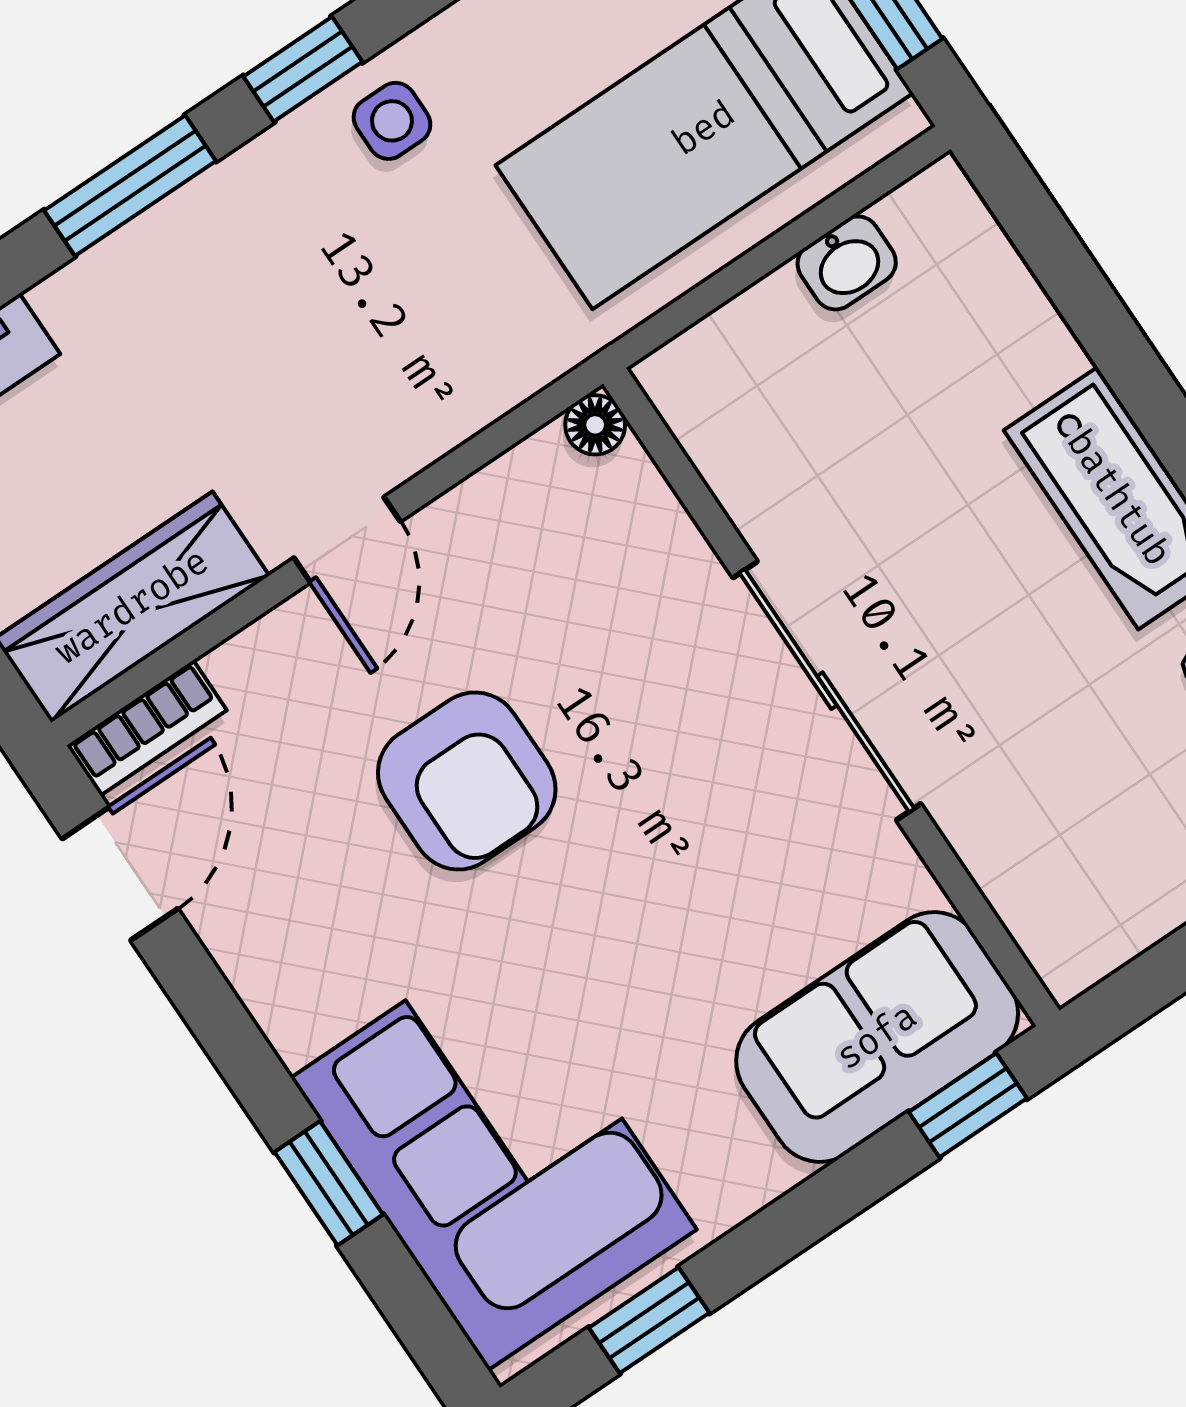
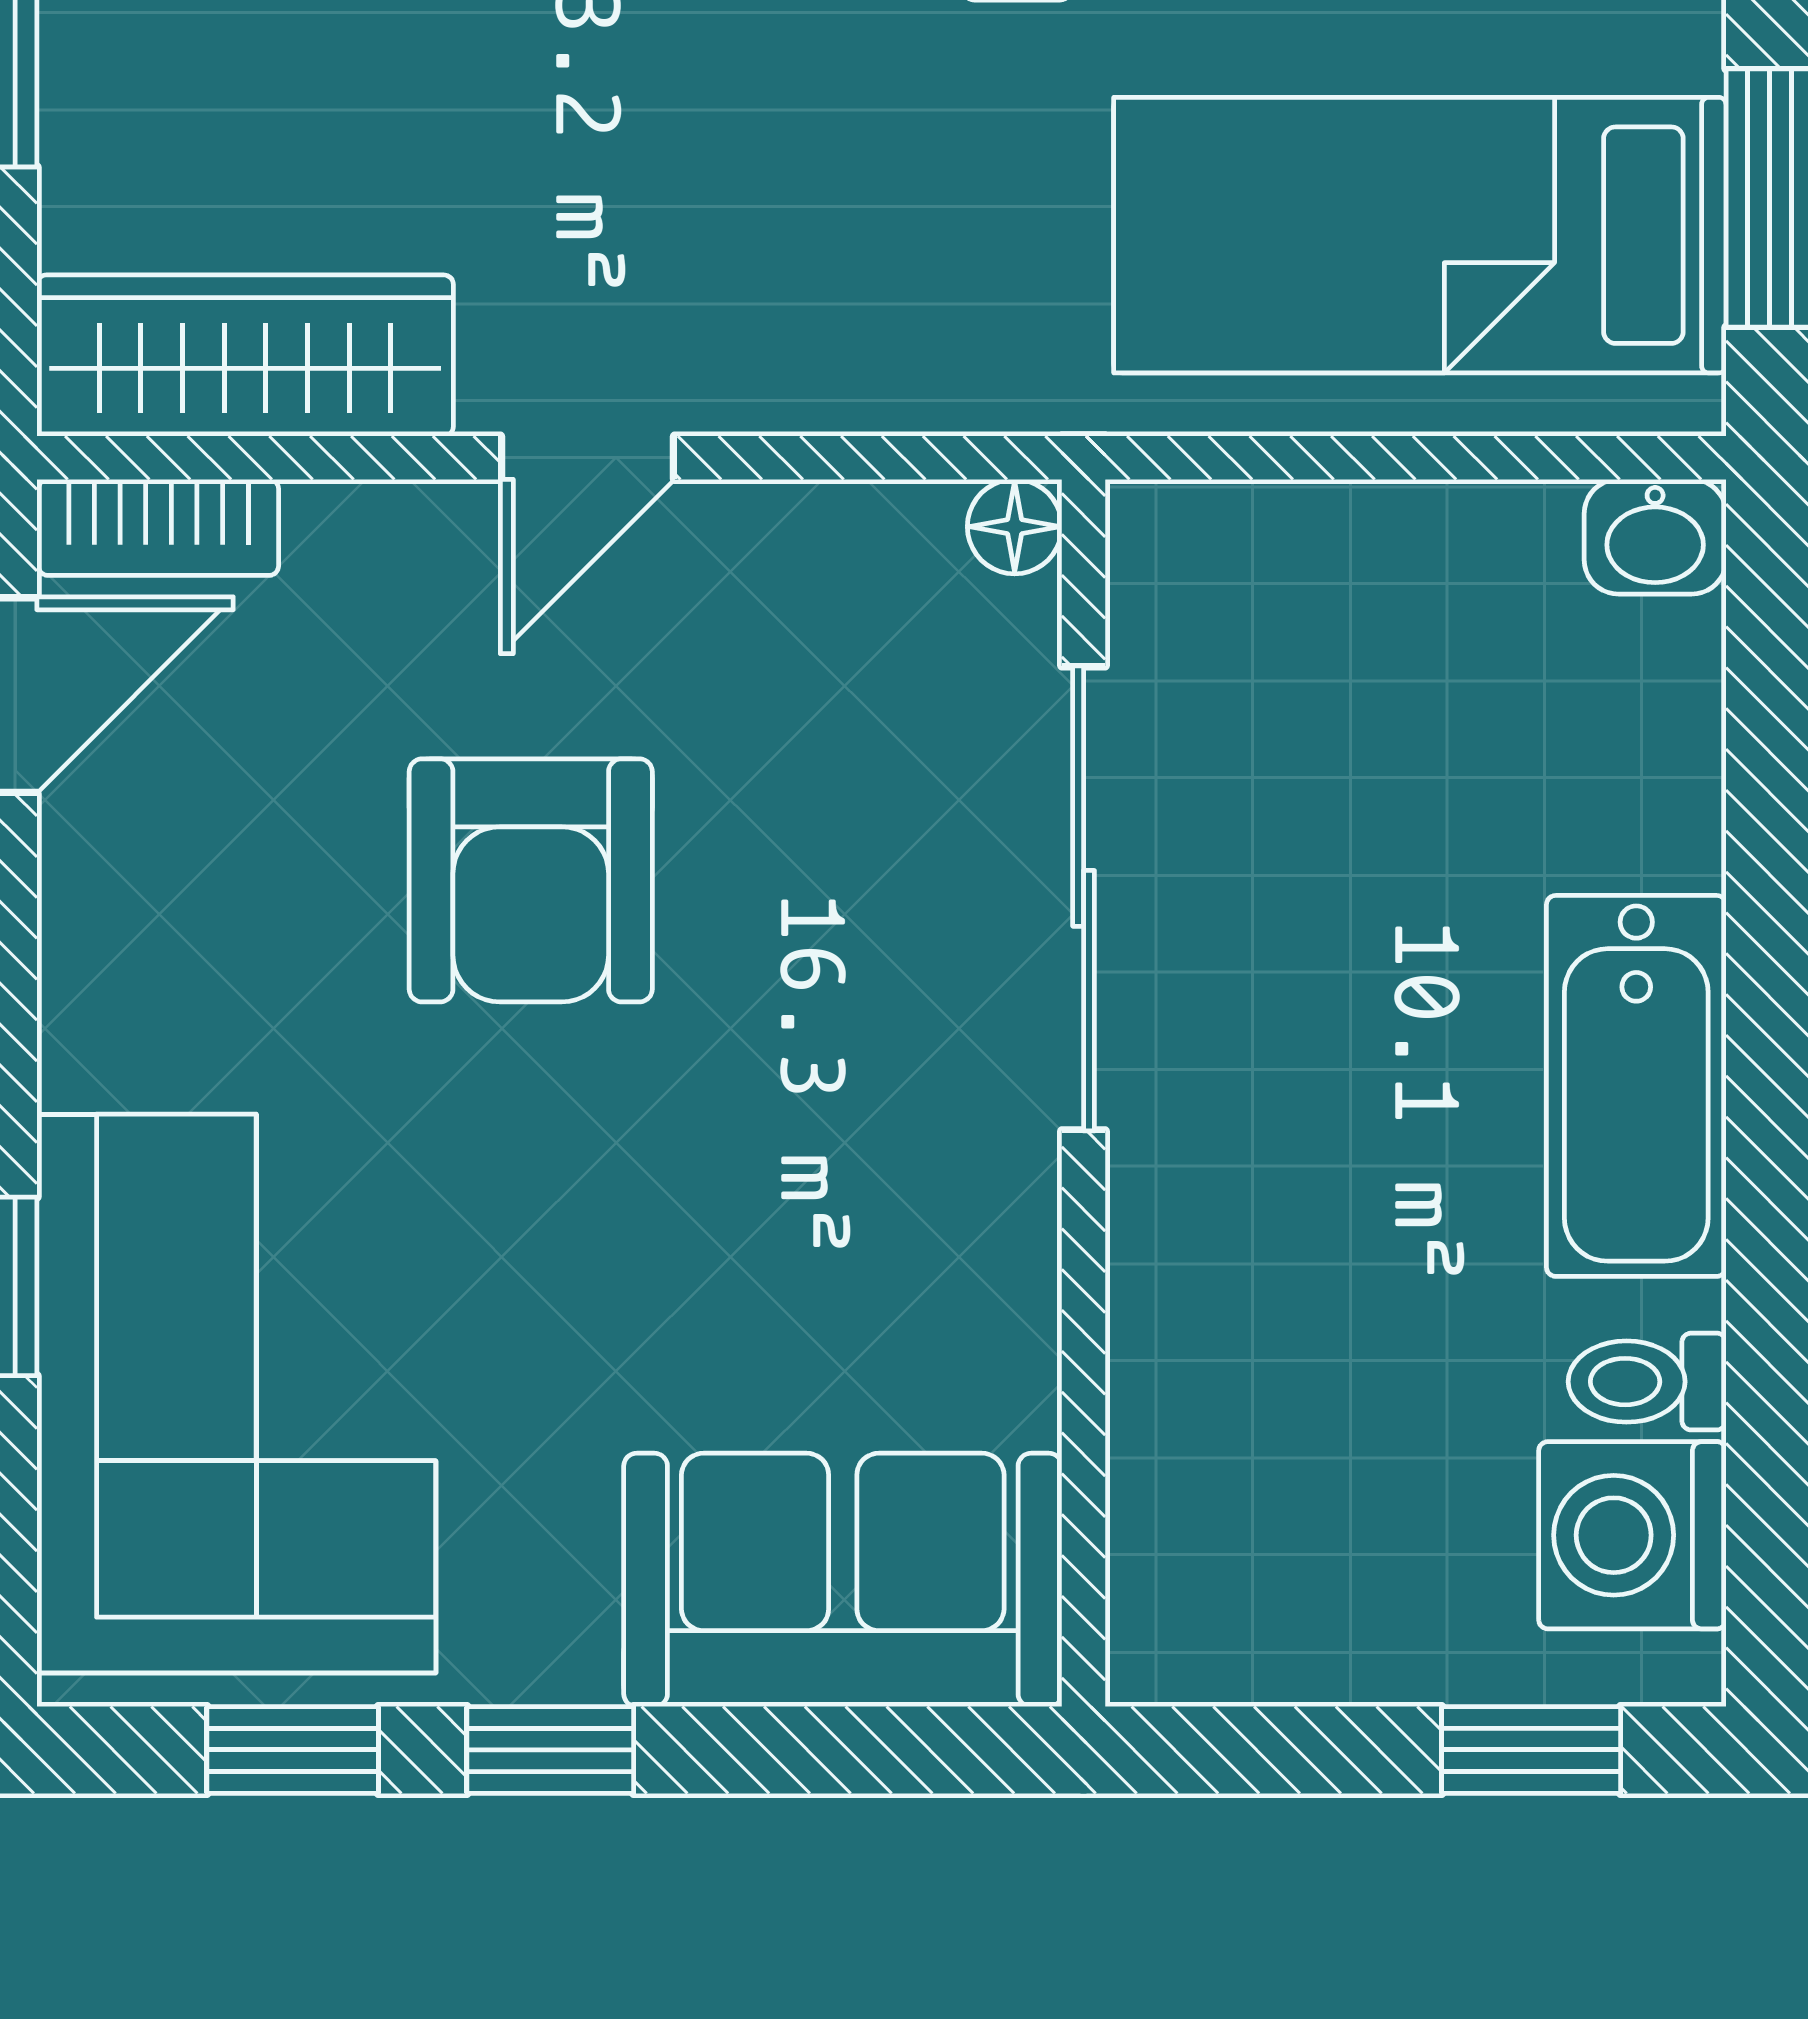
washbasin: (847, 263) -> (1655, 537), moved
sliding door: (827, 691) -> (1084, 898), moved
window: (968, 1105) -> (550, 1750), moved

